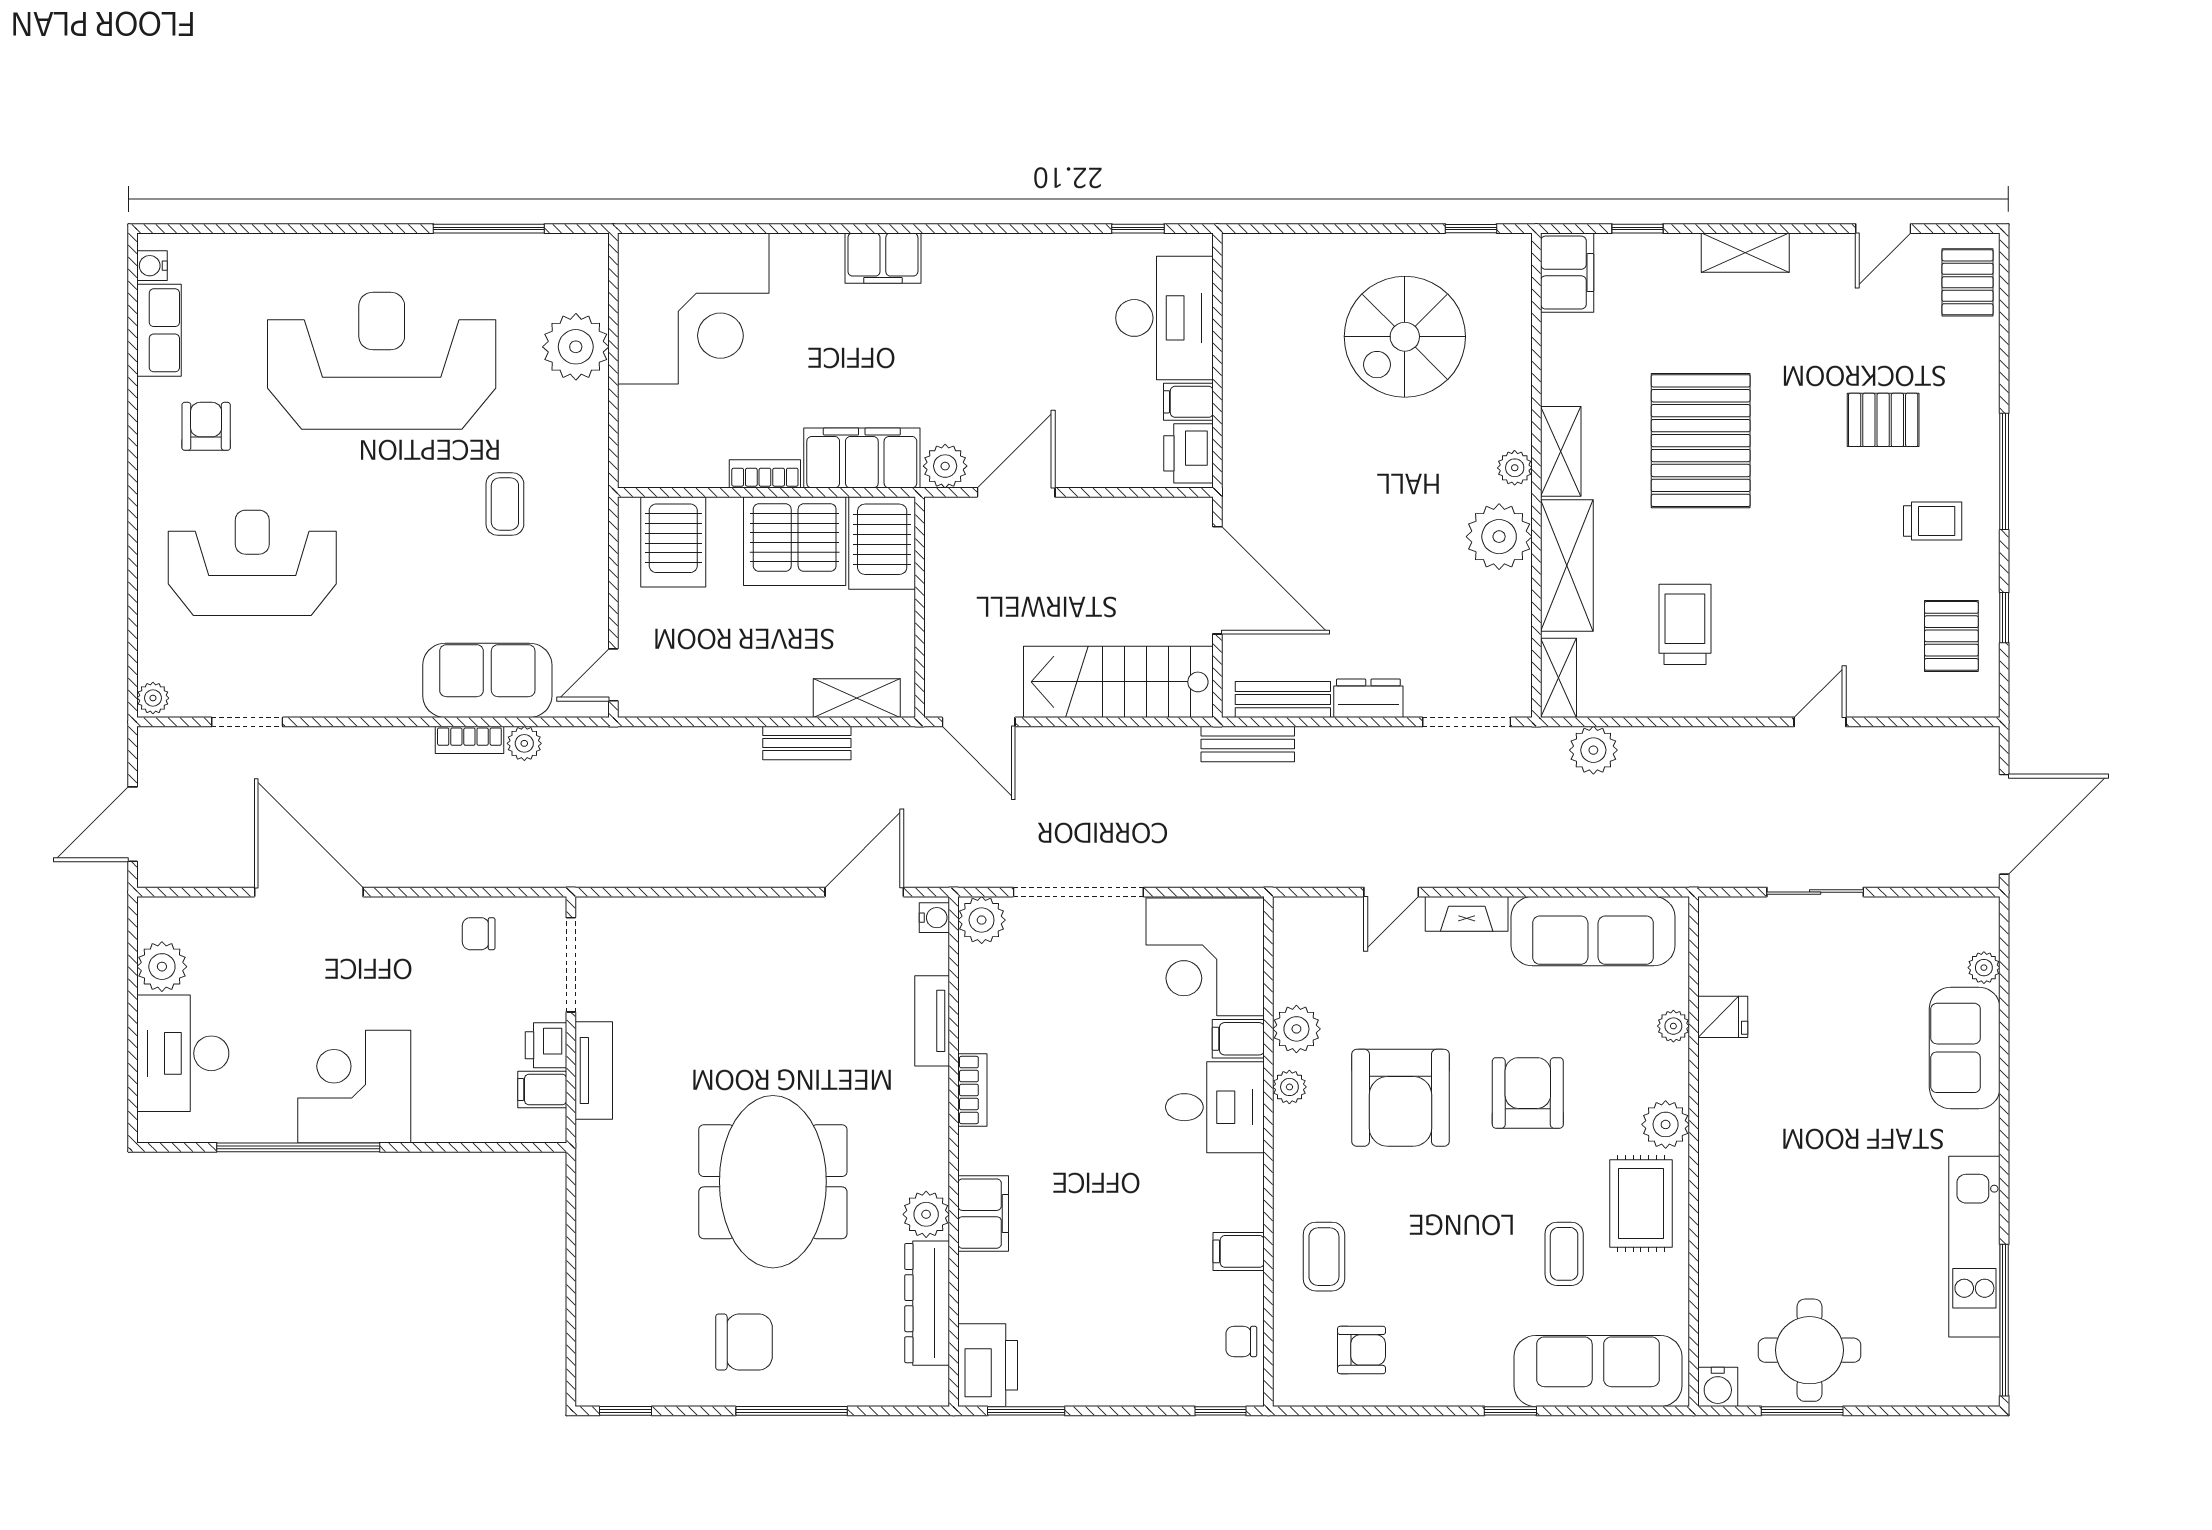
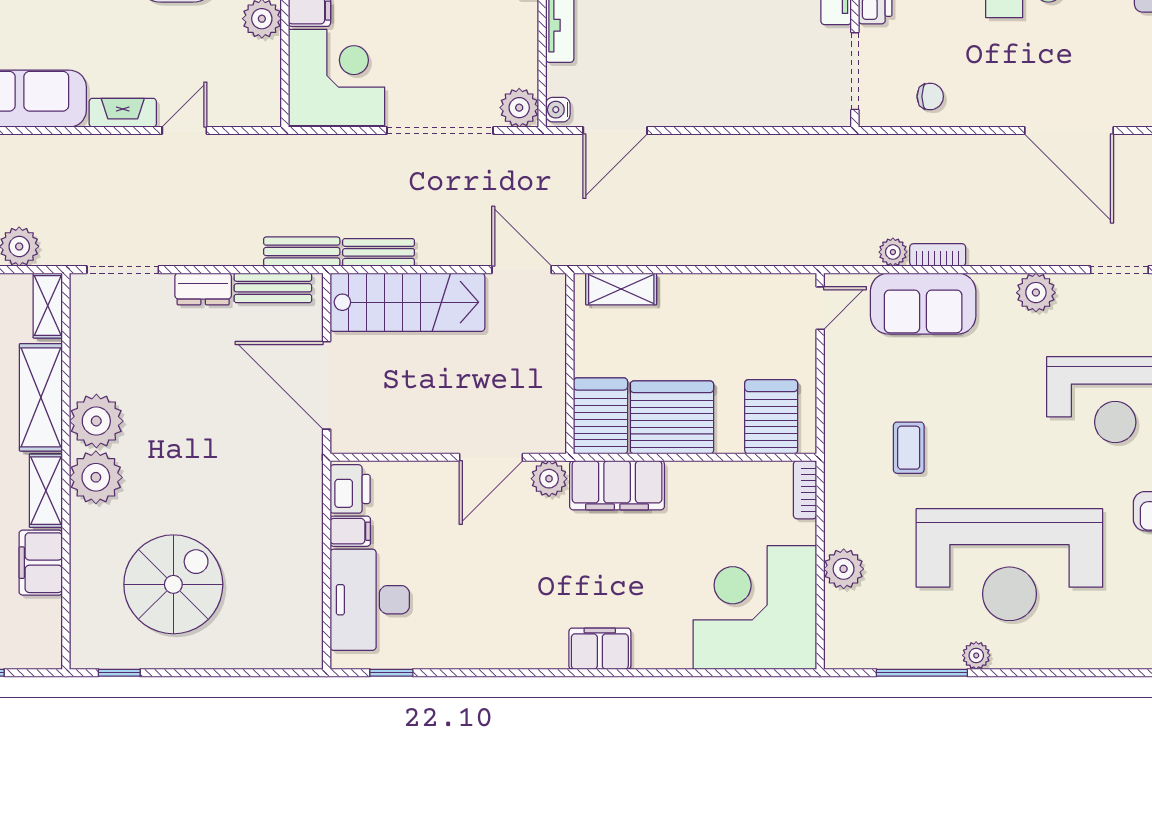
plant: (422, 250) -> (976, 655), added
filing cabinet: (1567, 273) -> (41, 563), moved
plant: (576, 347) -> (844, 569), width x0.73, depth x0.73
plant: (1515, 468) -> (96, 477), width x1.87, depth x1.87
bookcase: (765, 474) -> (805, 490), moved, turned 90
plant: (349, 694) -> (1036, 293), added
bench: (807, 743) -> (379, 252), moved

